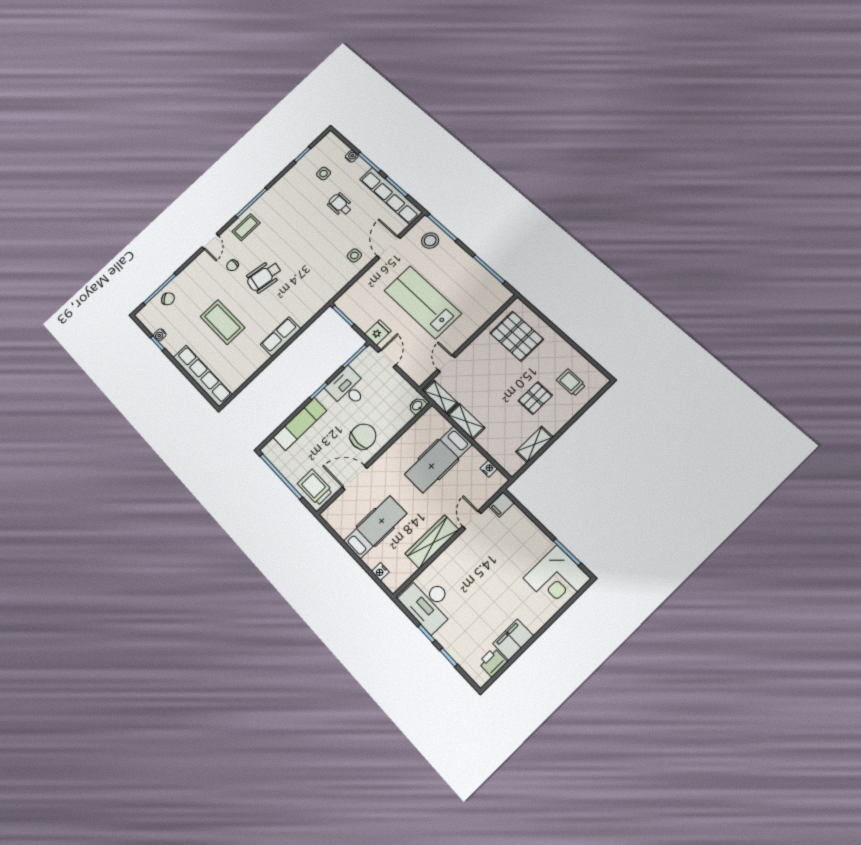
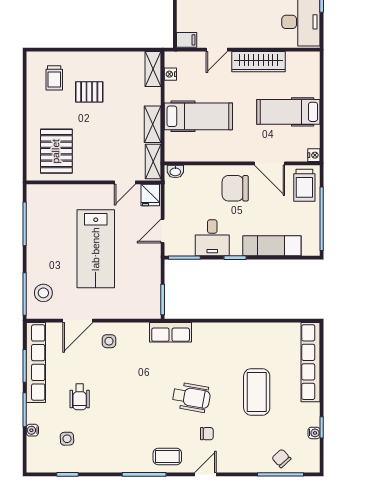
fridge: (378, 332) -> (150, 195), moved, turned -90
row of seats: (280, 337) -> (171, 332), moved
shelving: (534, 444) -> (153, 69), moved, turned 90
nightstand: (380, 572) -> (314, 155), moved

